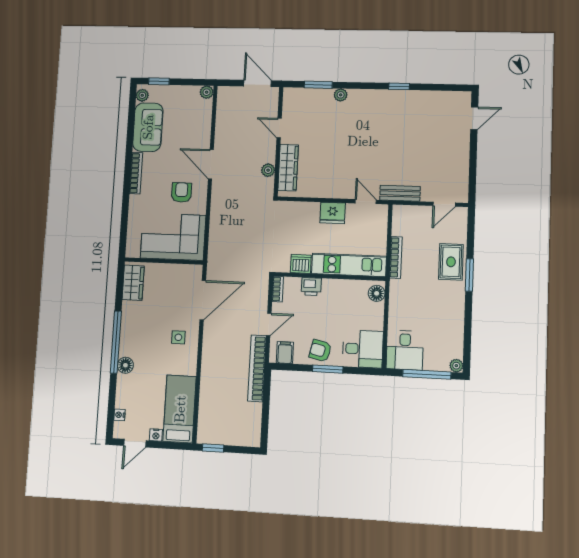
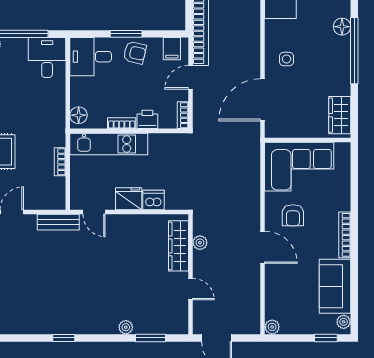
bookcase: (396, 257) -> (60, 162), width x0.64
dishwasher: (301, 264) -> (154, 200), moved, turned 180
bookcase: (336, 284) -> (122, 123), added

